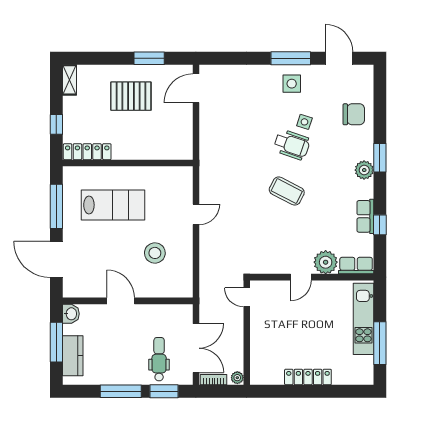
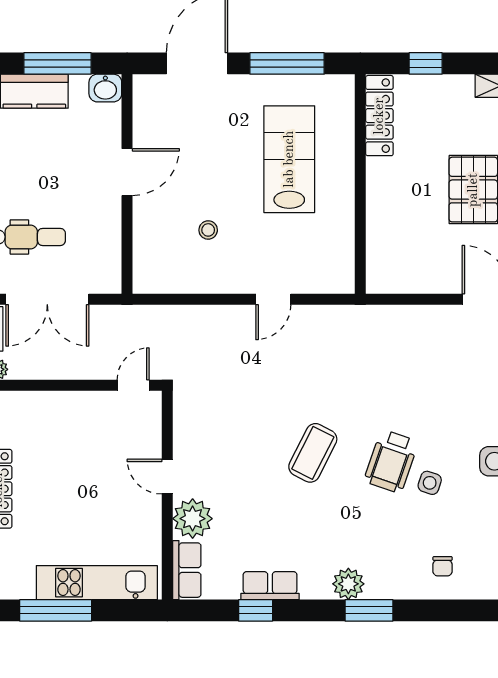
chair: (354, 114) -> (443, 566), width x0.54, depth x0.54
lab bench: (113, 205) -> (289, 159), turned 180
door: (196, 214) -> (273, 299), hinge flipped
stool: (155, 253) -> (208, 230), width x0.53, depth x0.53

